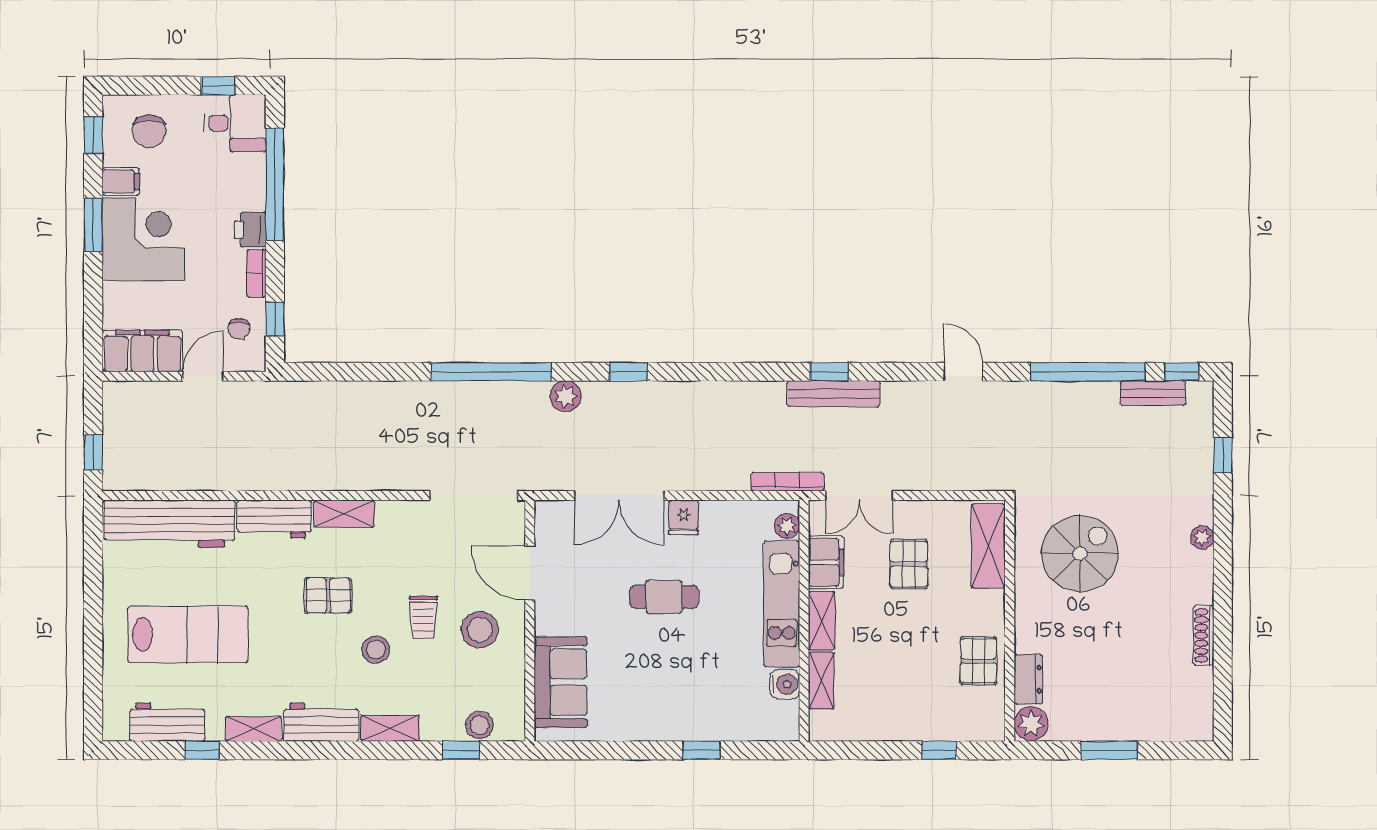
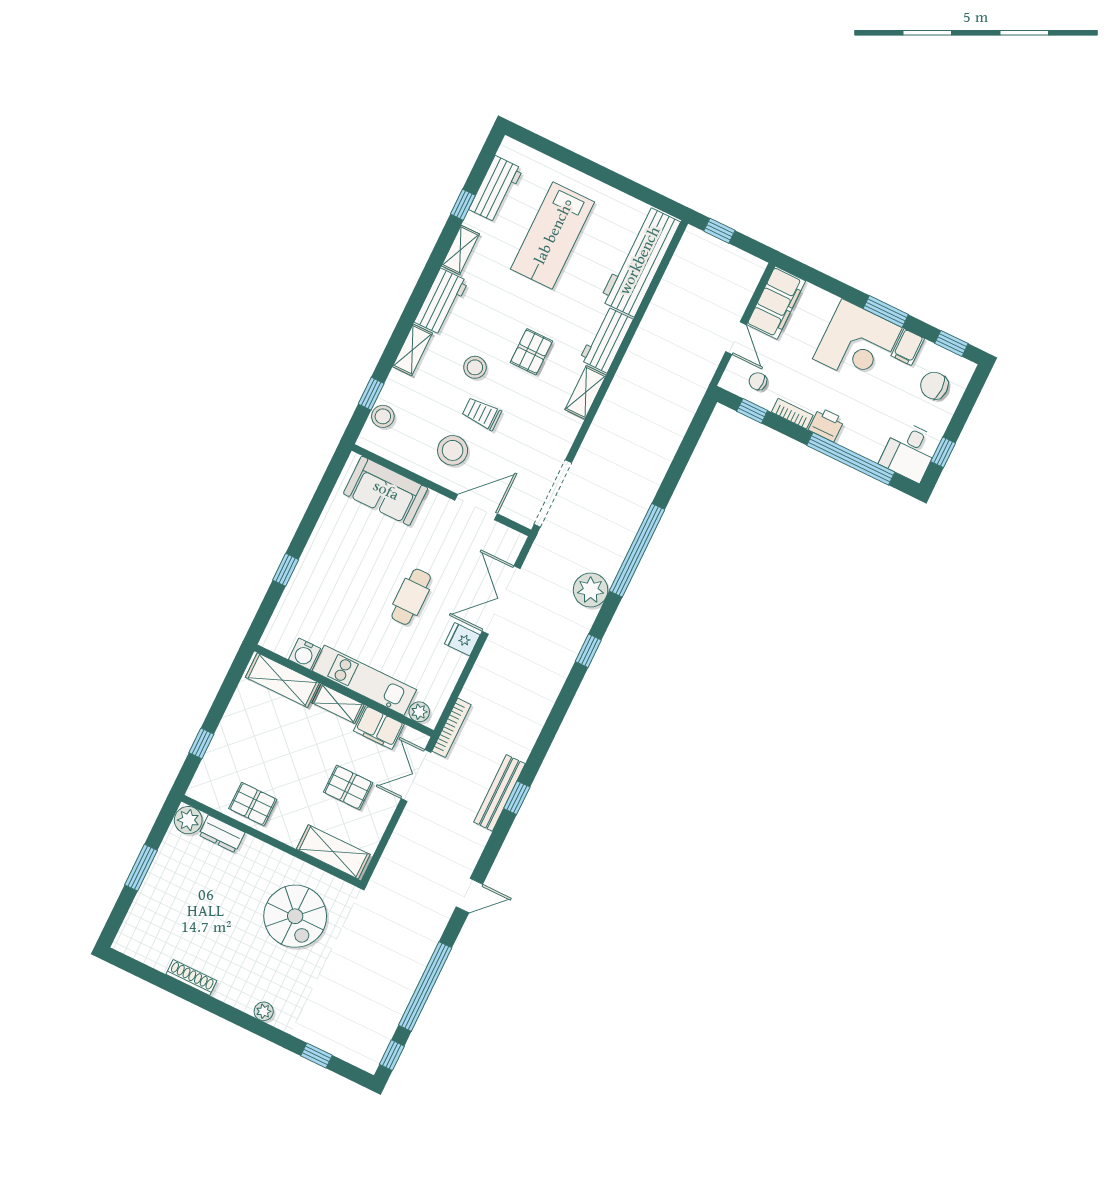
bench: (1153, 393) -> (386, 1026), removed
plant: (566, 396) -> (591, 590), width x1.36, depth x1.36
shelving: (821, 680) -> (282, 680), width x1.50, depth x1.33

